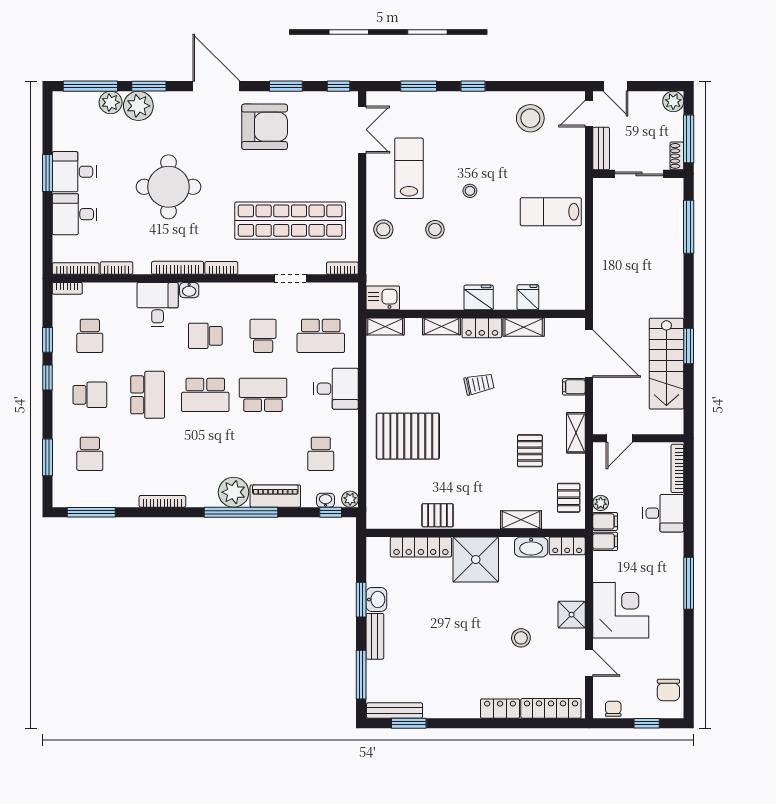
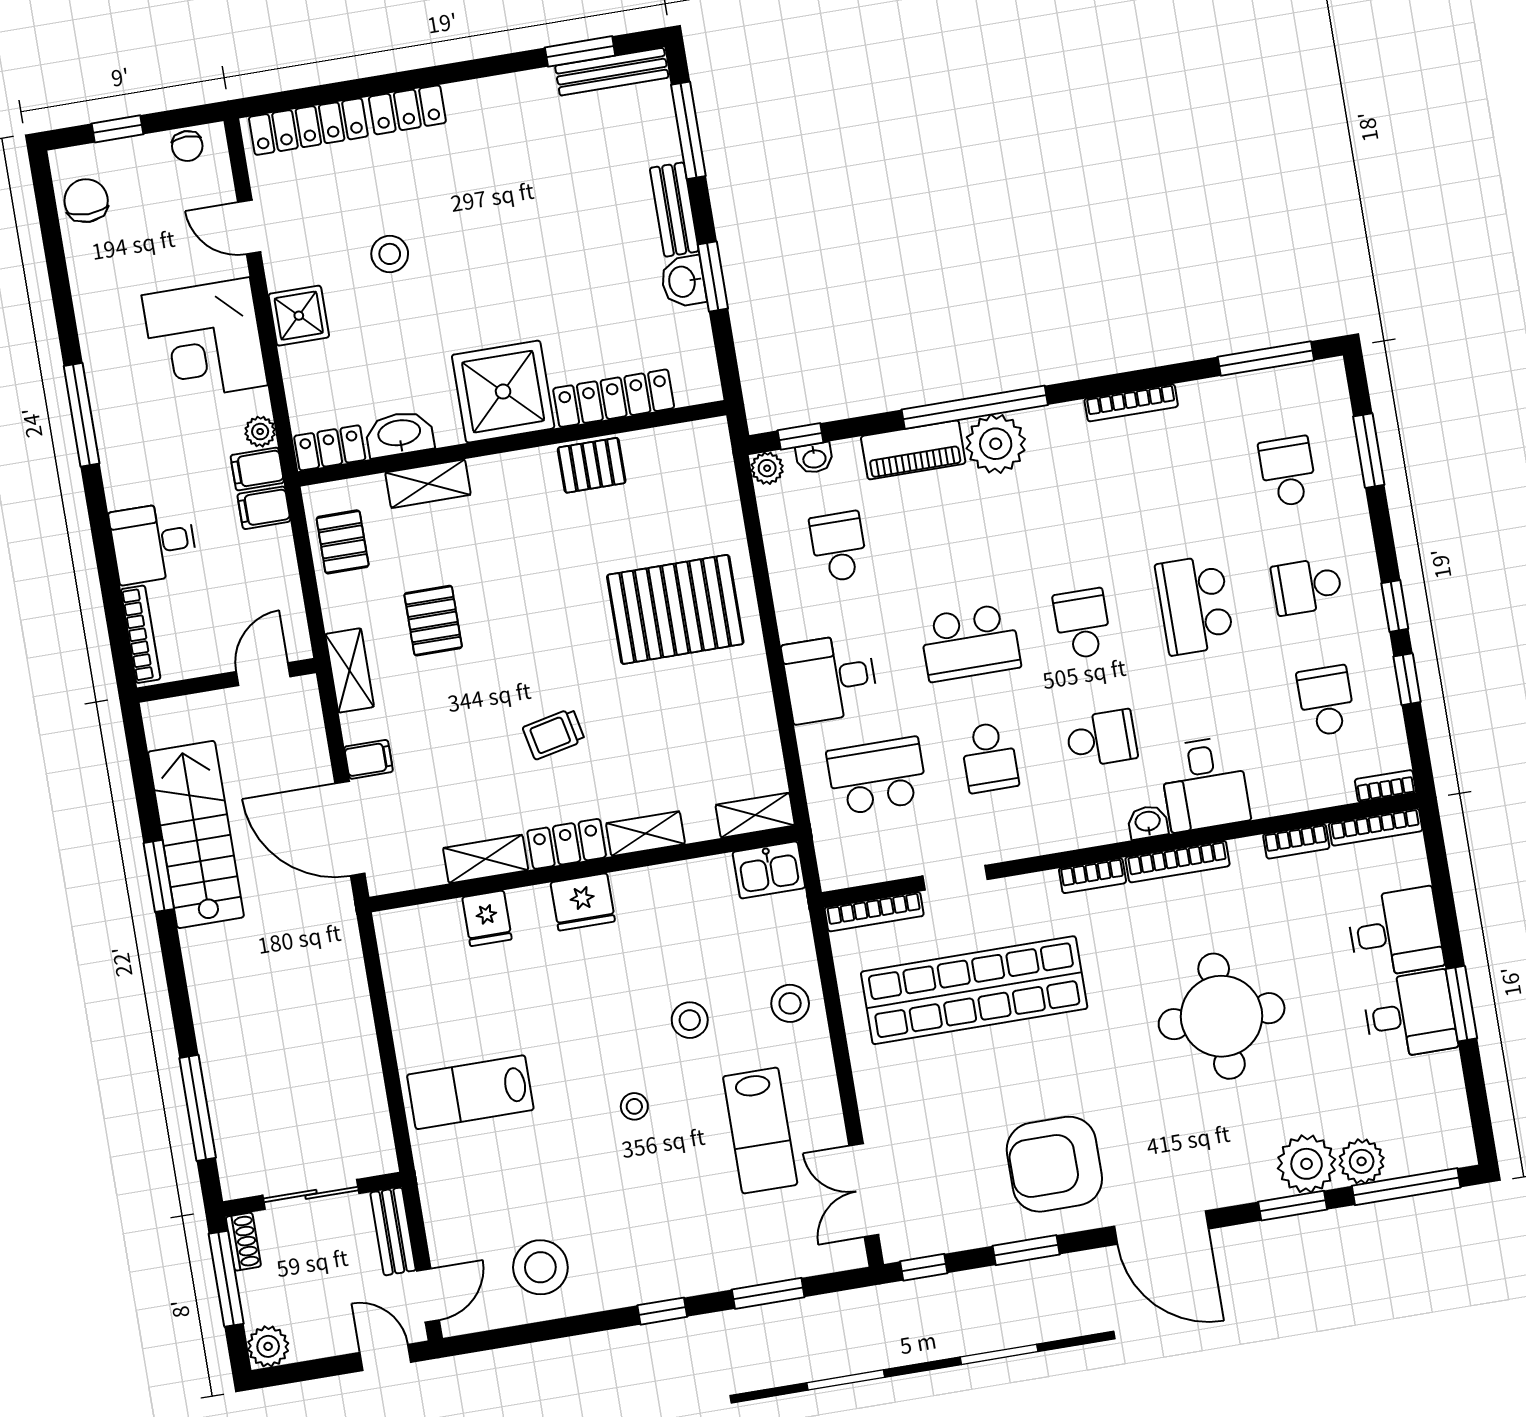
lab bench: (551, 212) -> (470, 1092), turned 180
bookcase: (342, 268) -> (874, 912), width x1.56
school desk: (205, 395) -> (1082, 624), width x0.54
plant: (601, 503) -> (260, 432), moved

